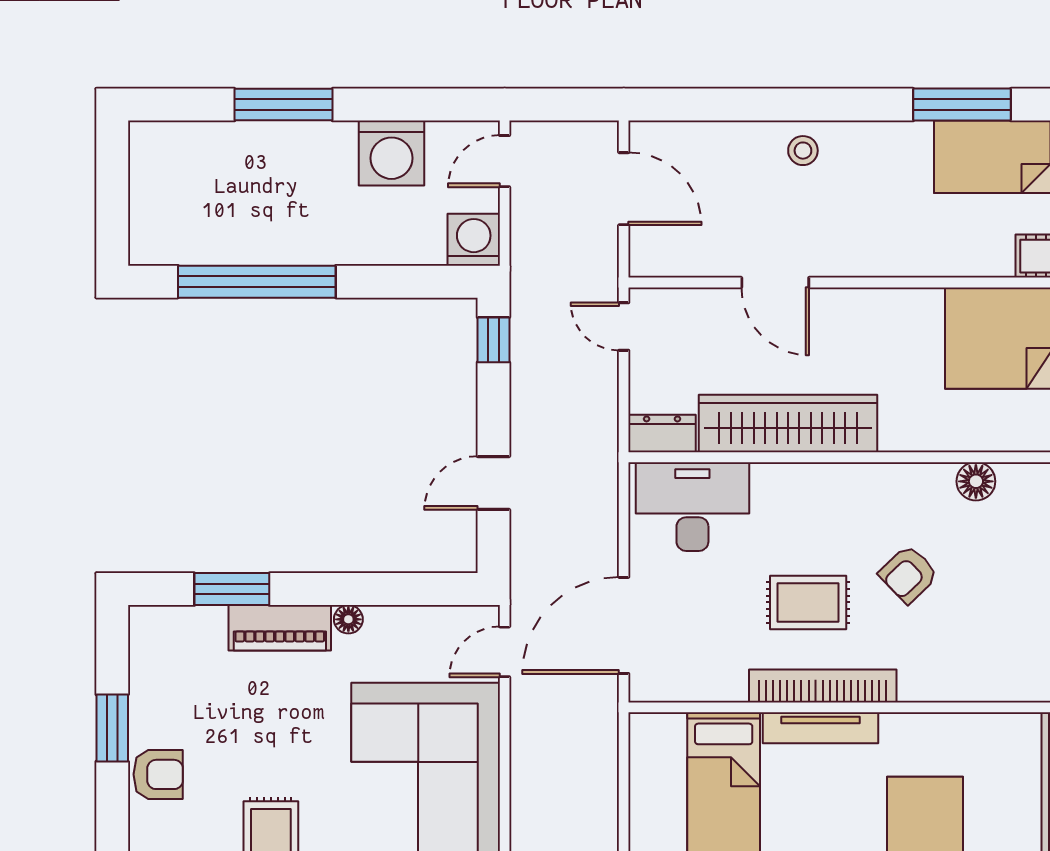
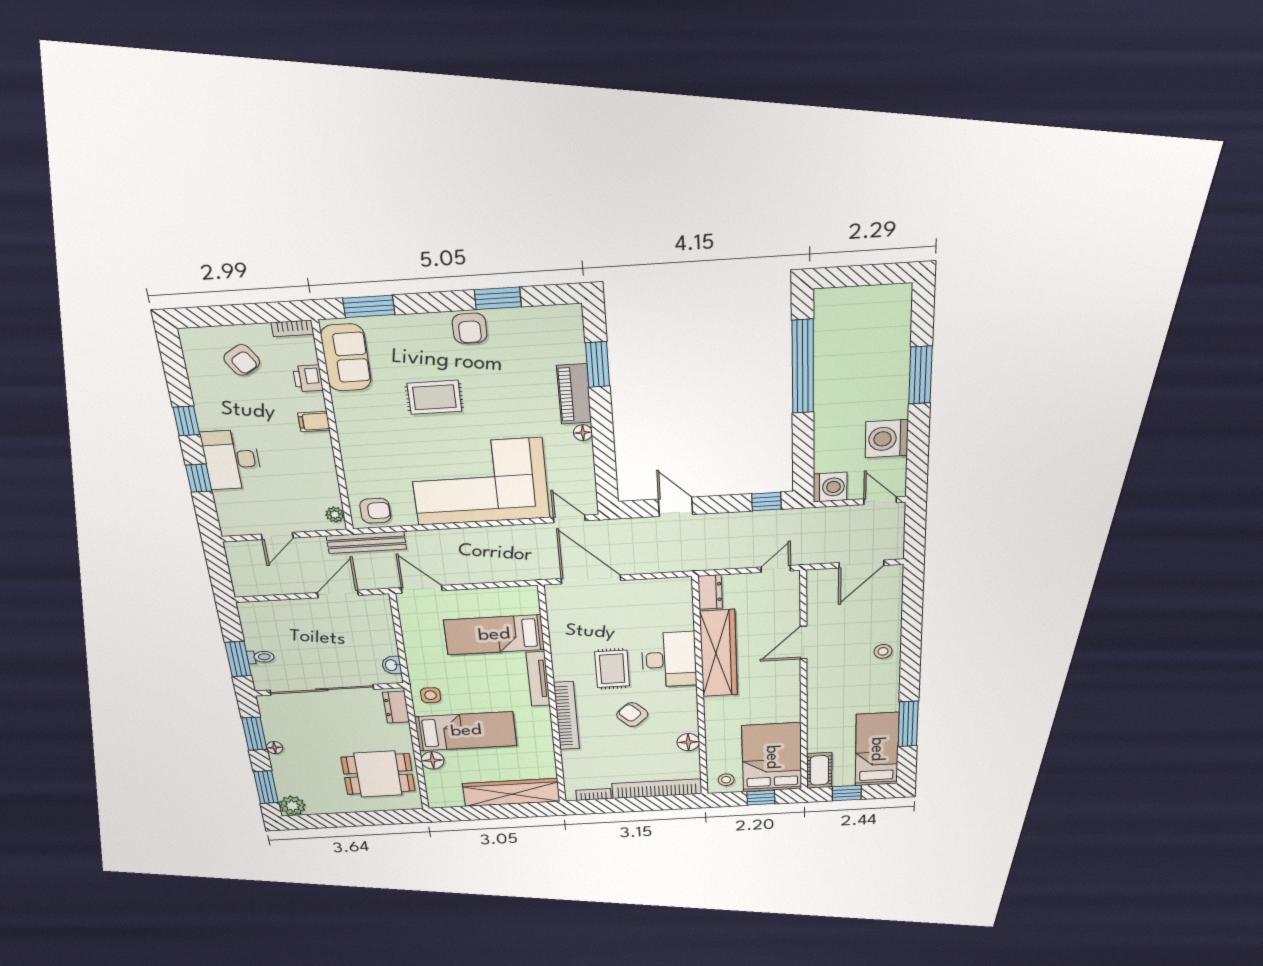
desk: (692, 507) -> (669, 660), moved
bookcase: (823, 686) -> (567, 716), moved

